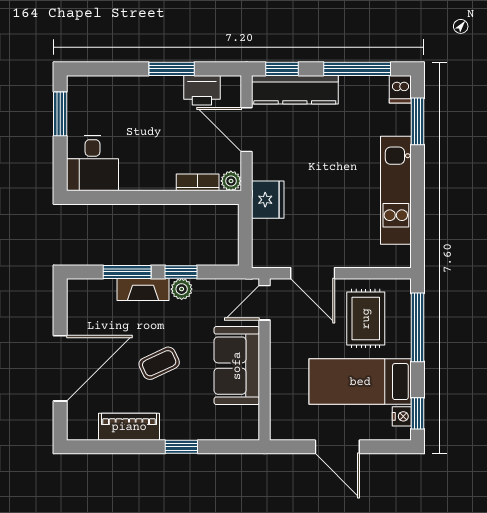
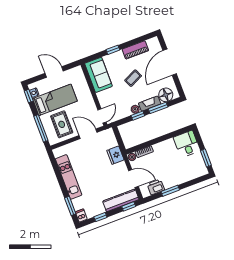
window: (357, 69) -> (100, 217), width x0.46
floor lamp: (98, 296) -> (166, 95), added
sofa: (237, 366) -> (98, 75), moved

